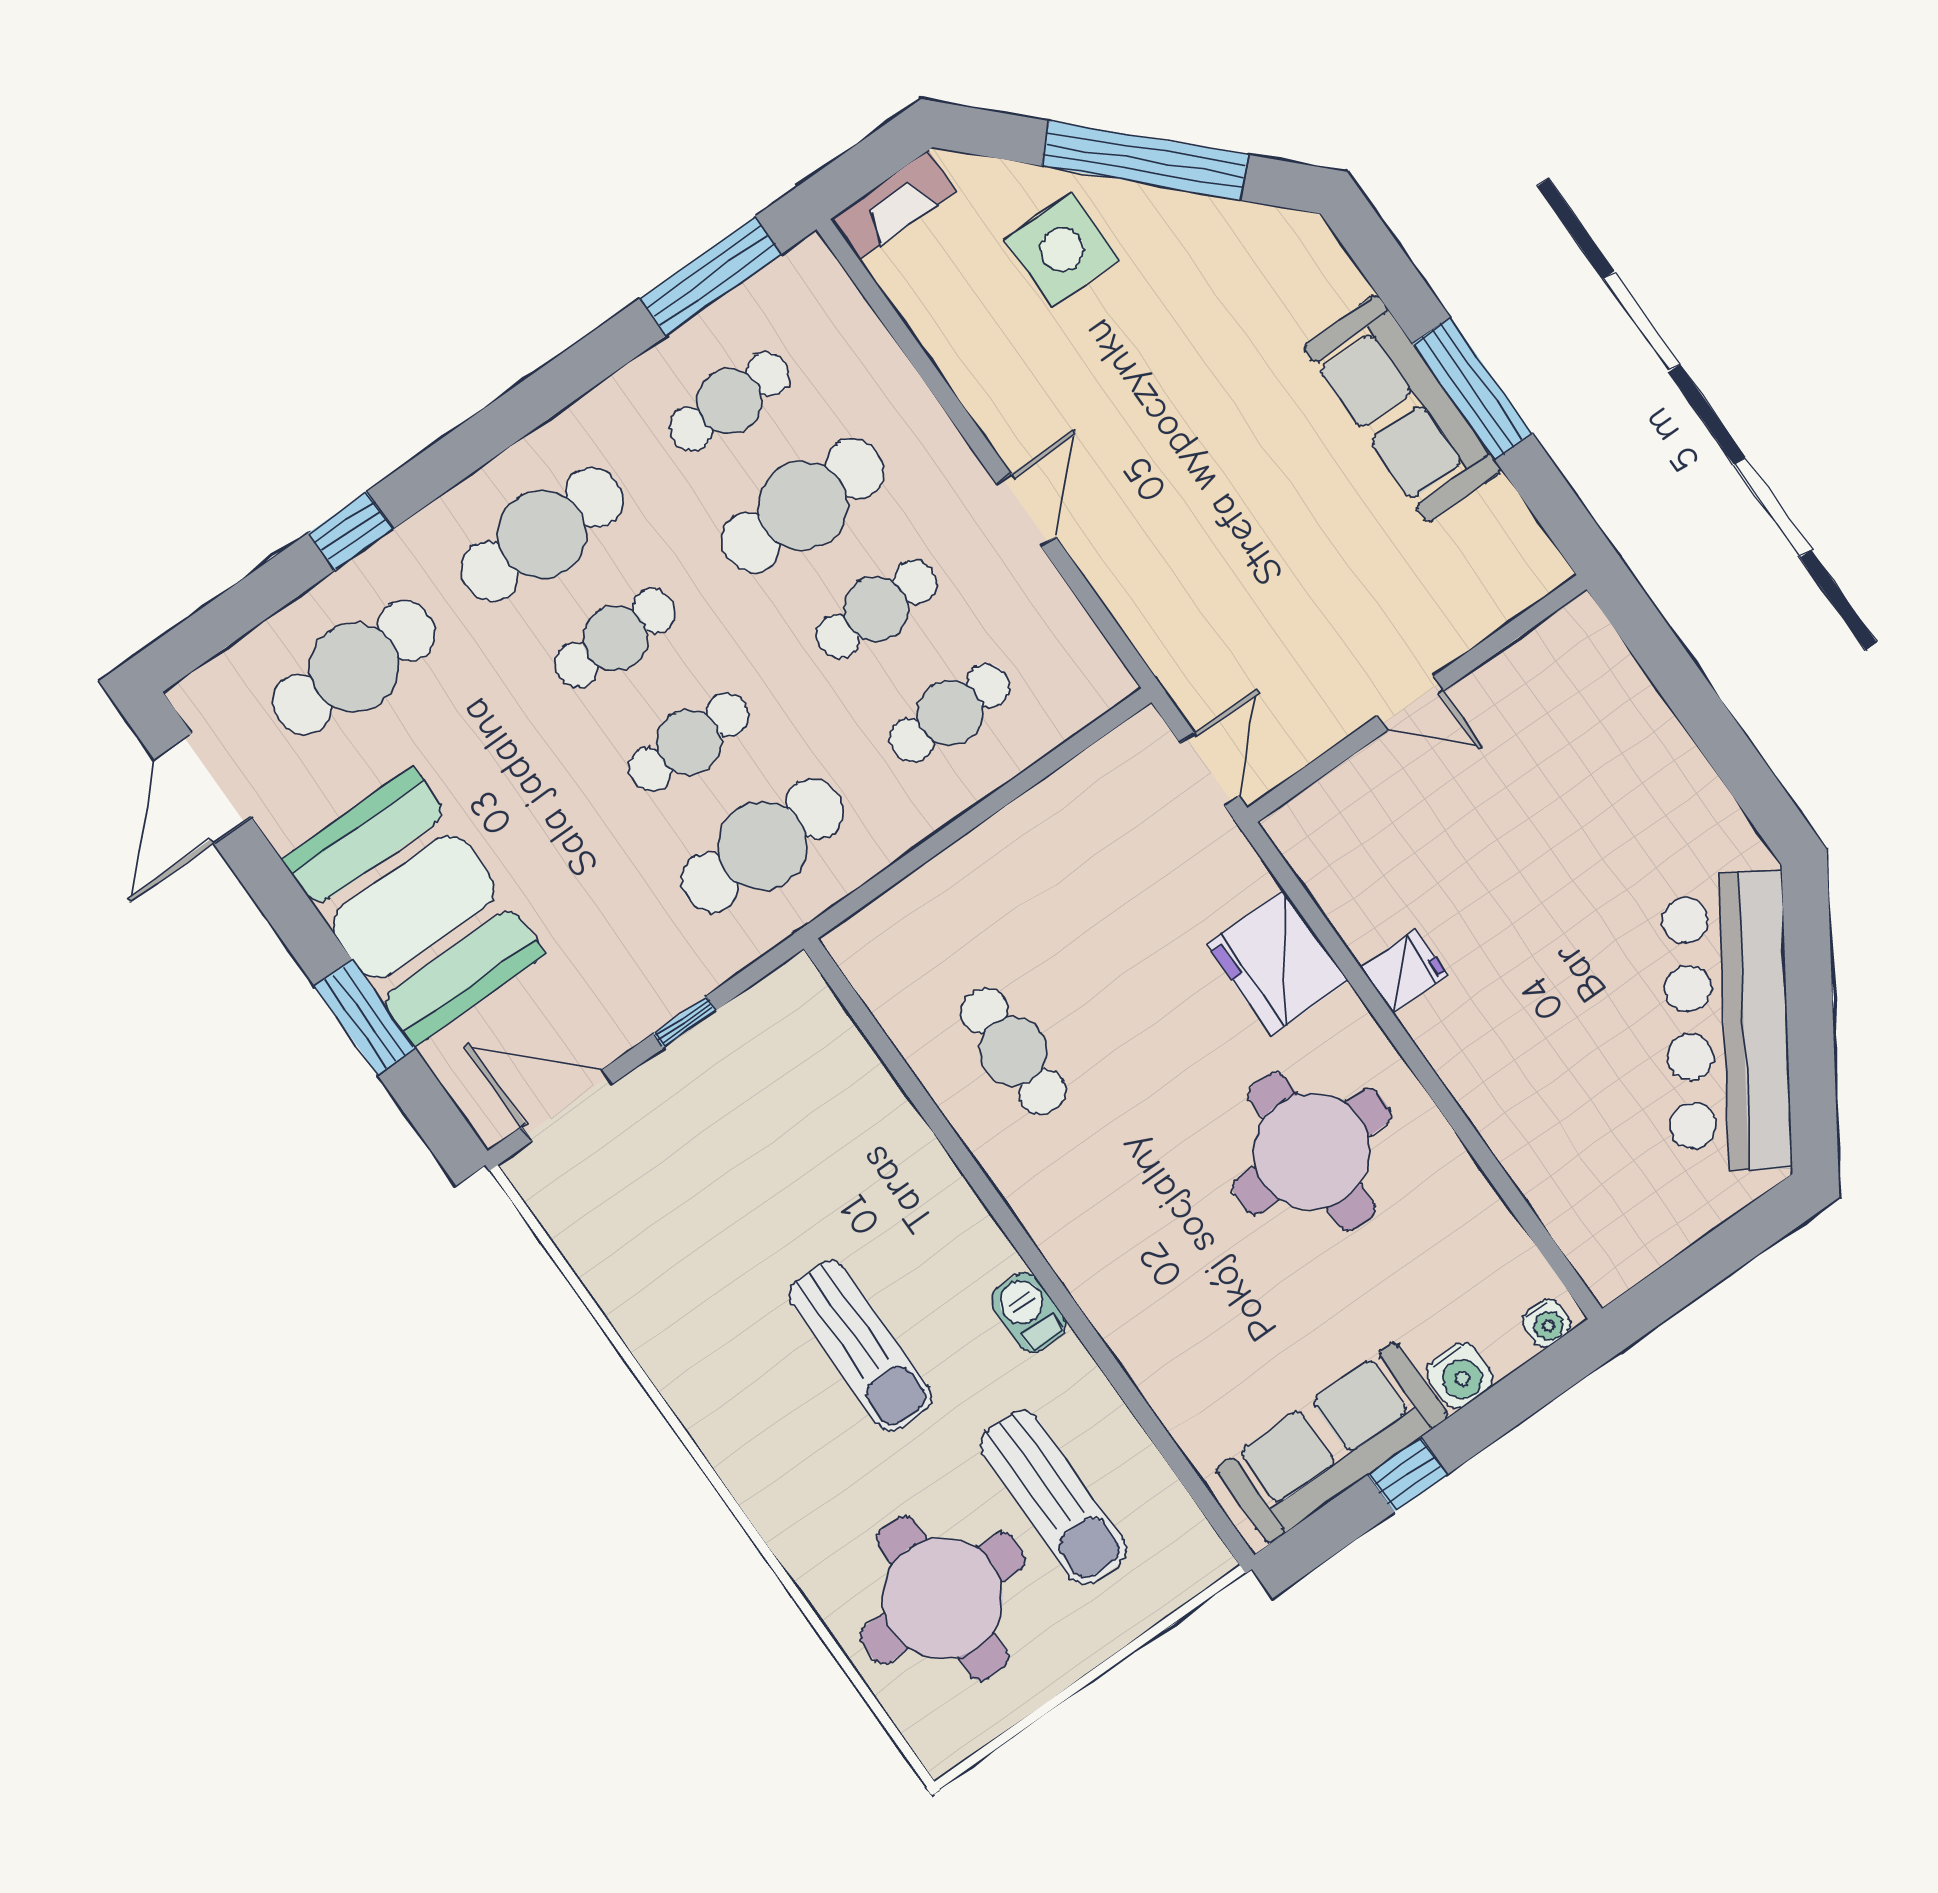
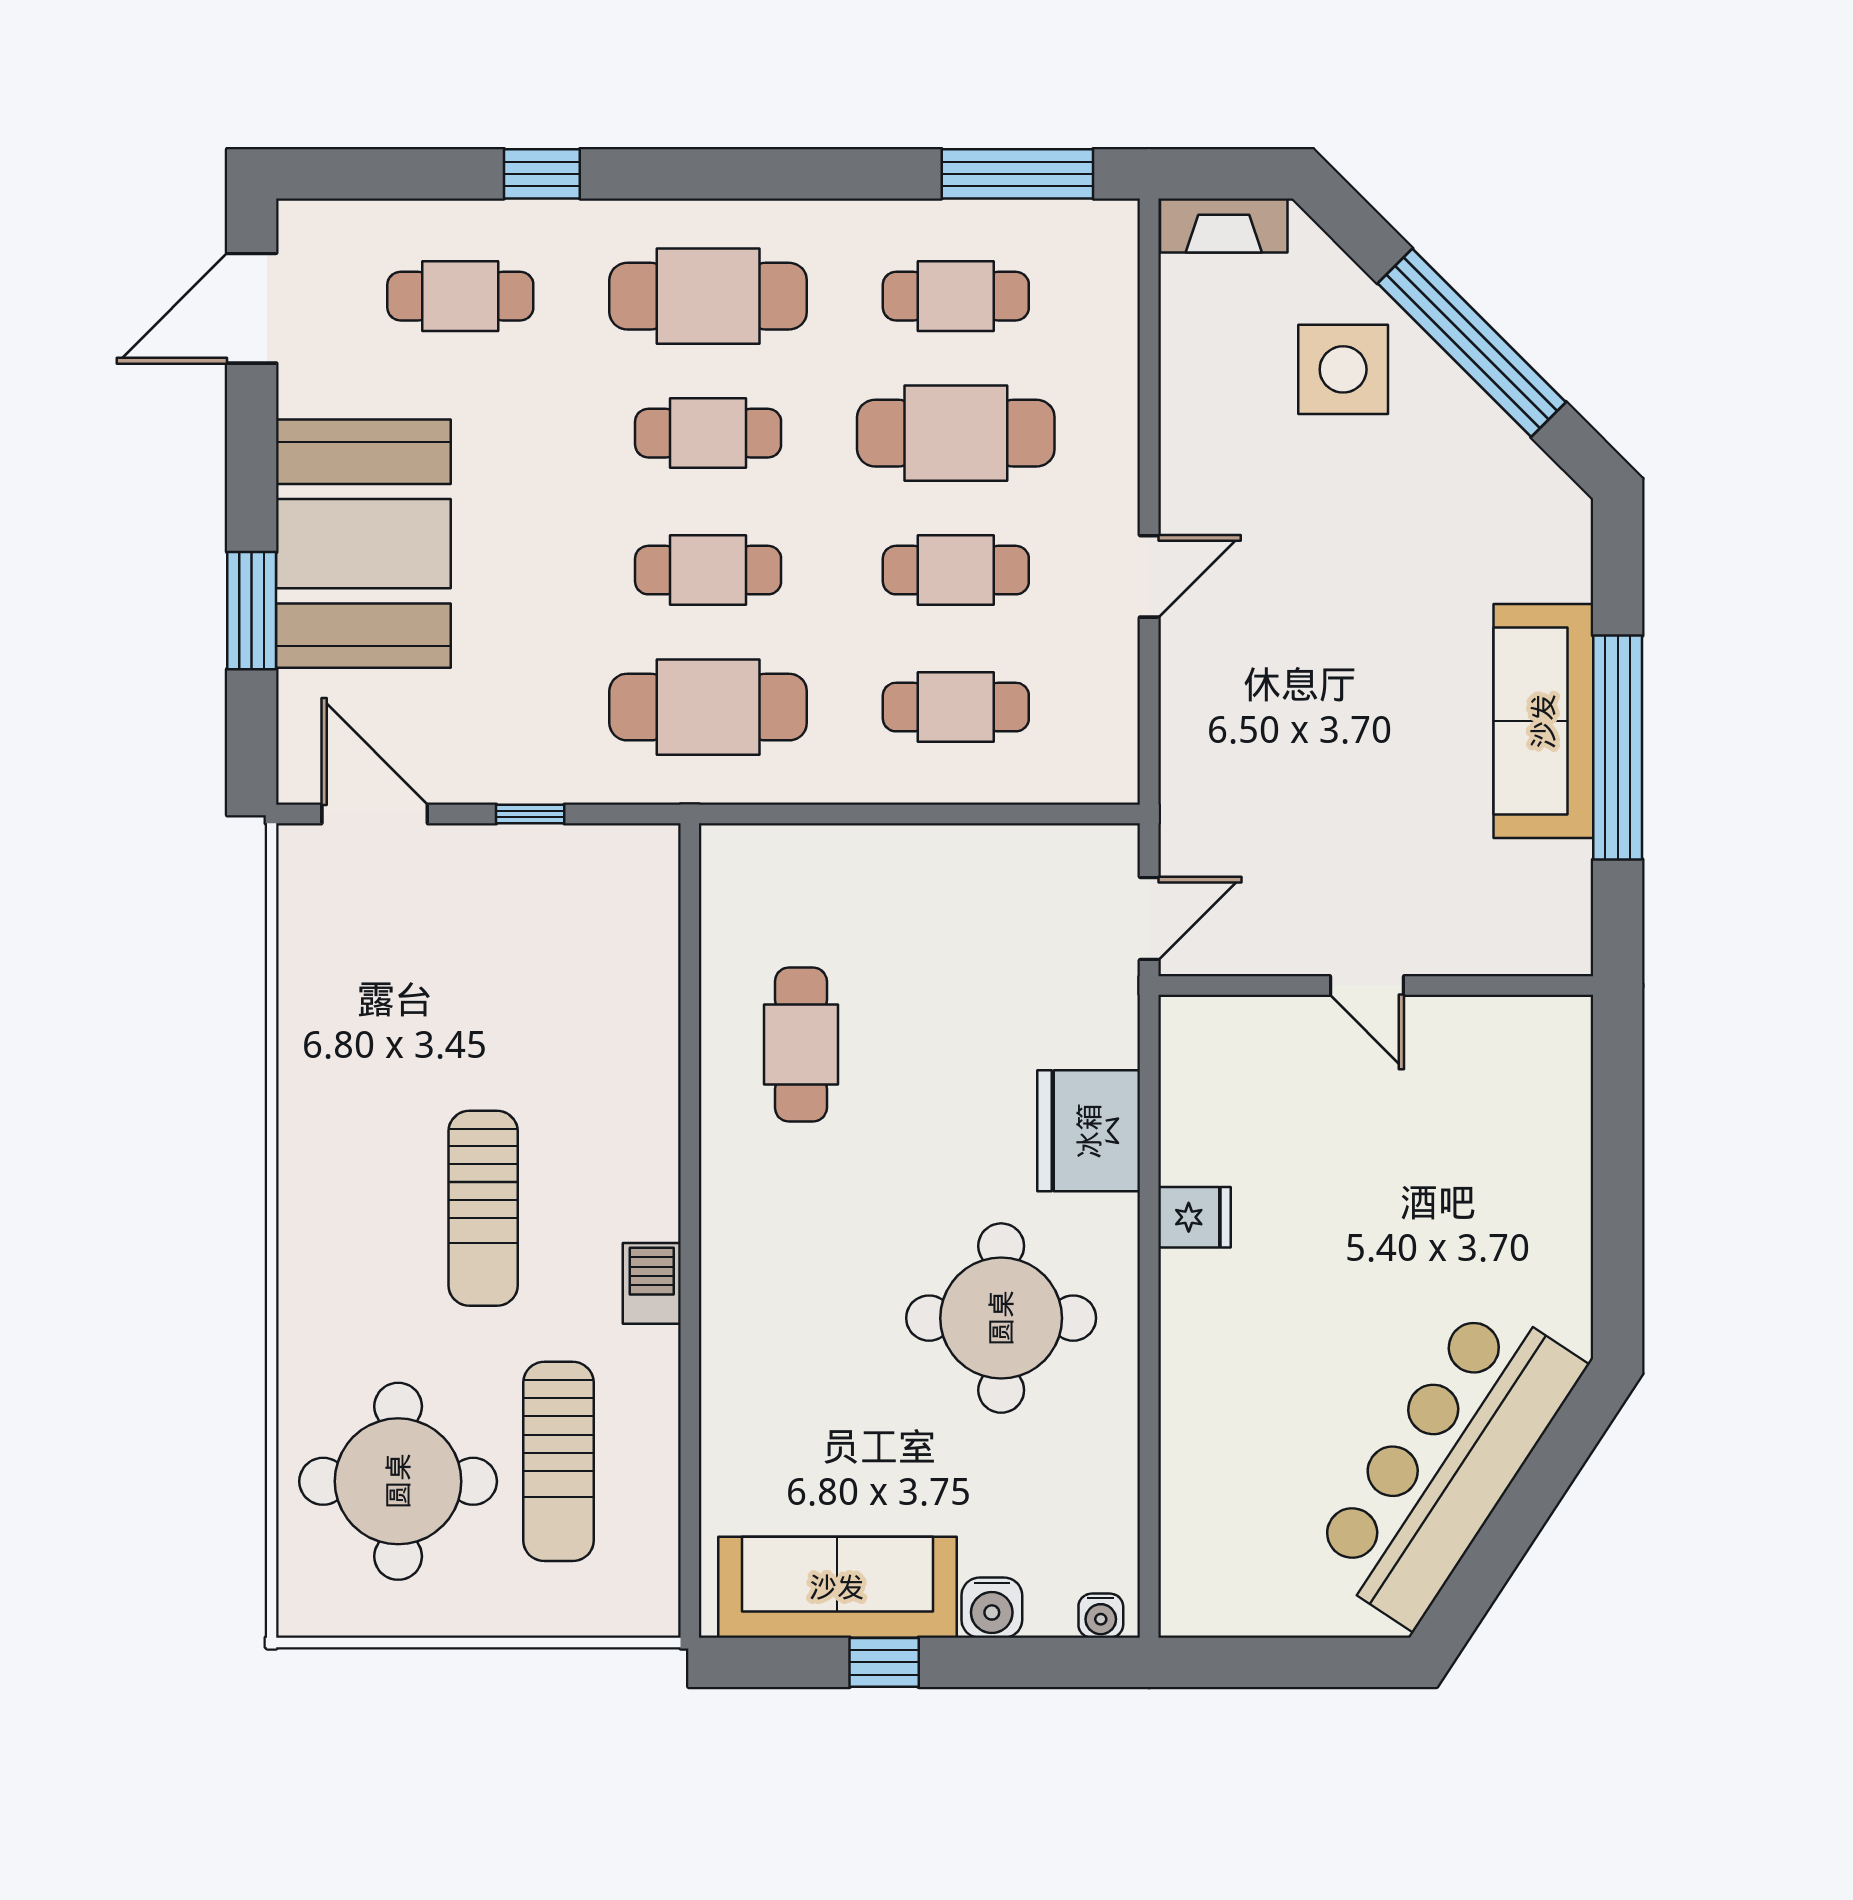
window: (1473, 389) -> (1618, 747), width x1.46
cafe table: (354, 667) -> (460, 296), width x0.73, depth x0.74

